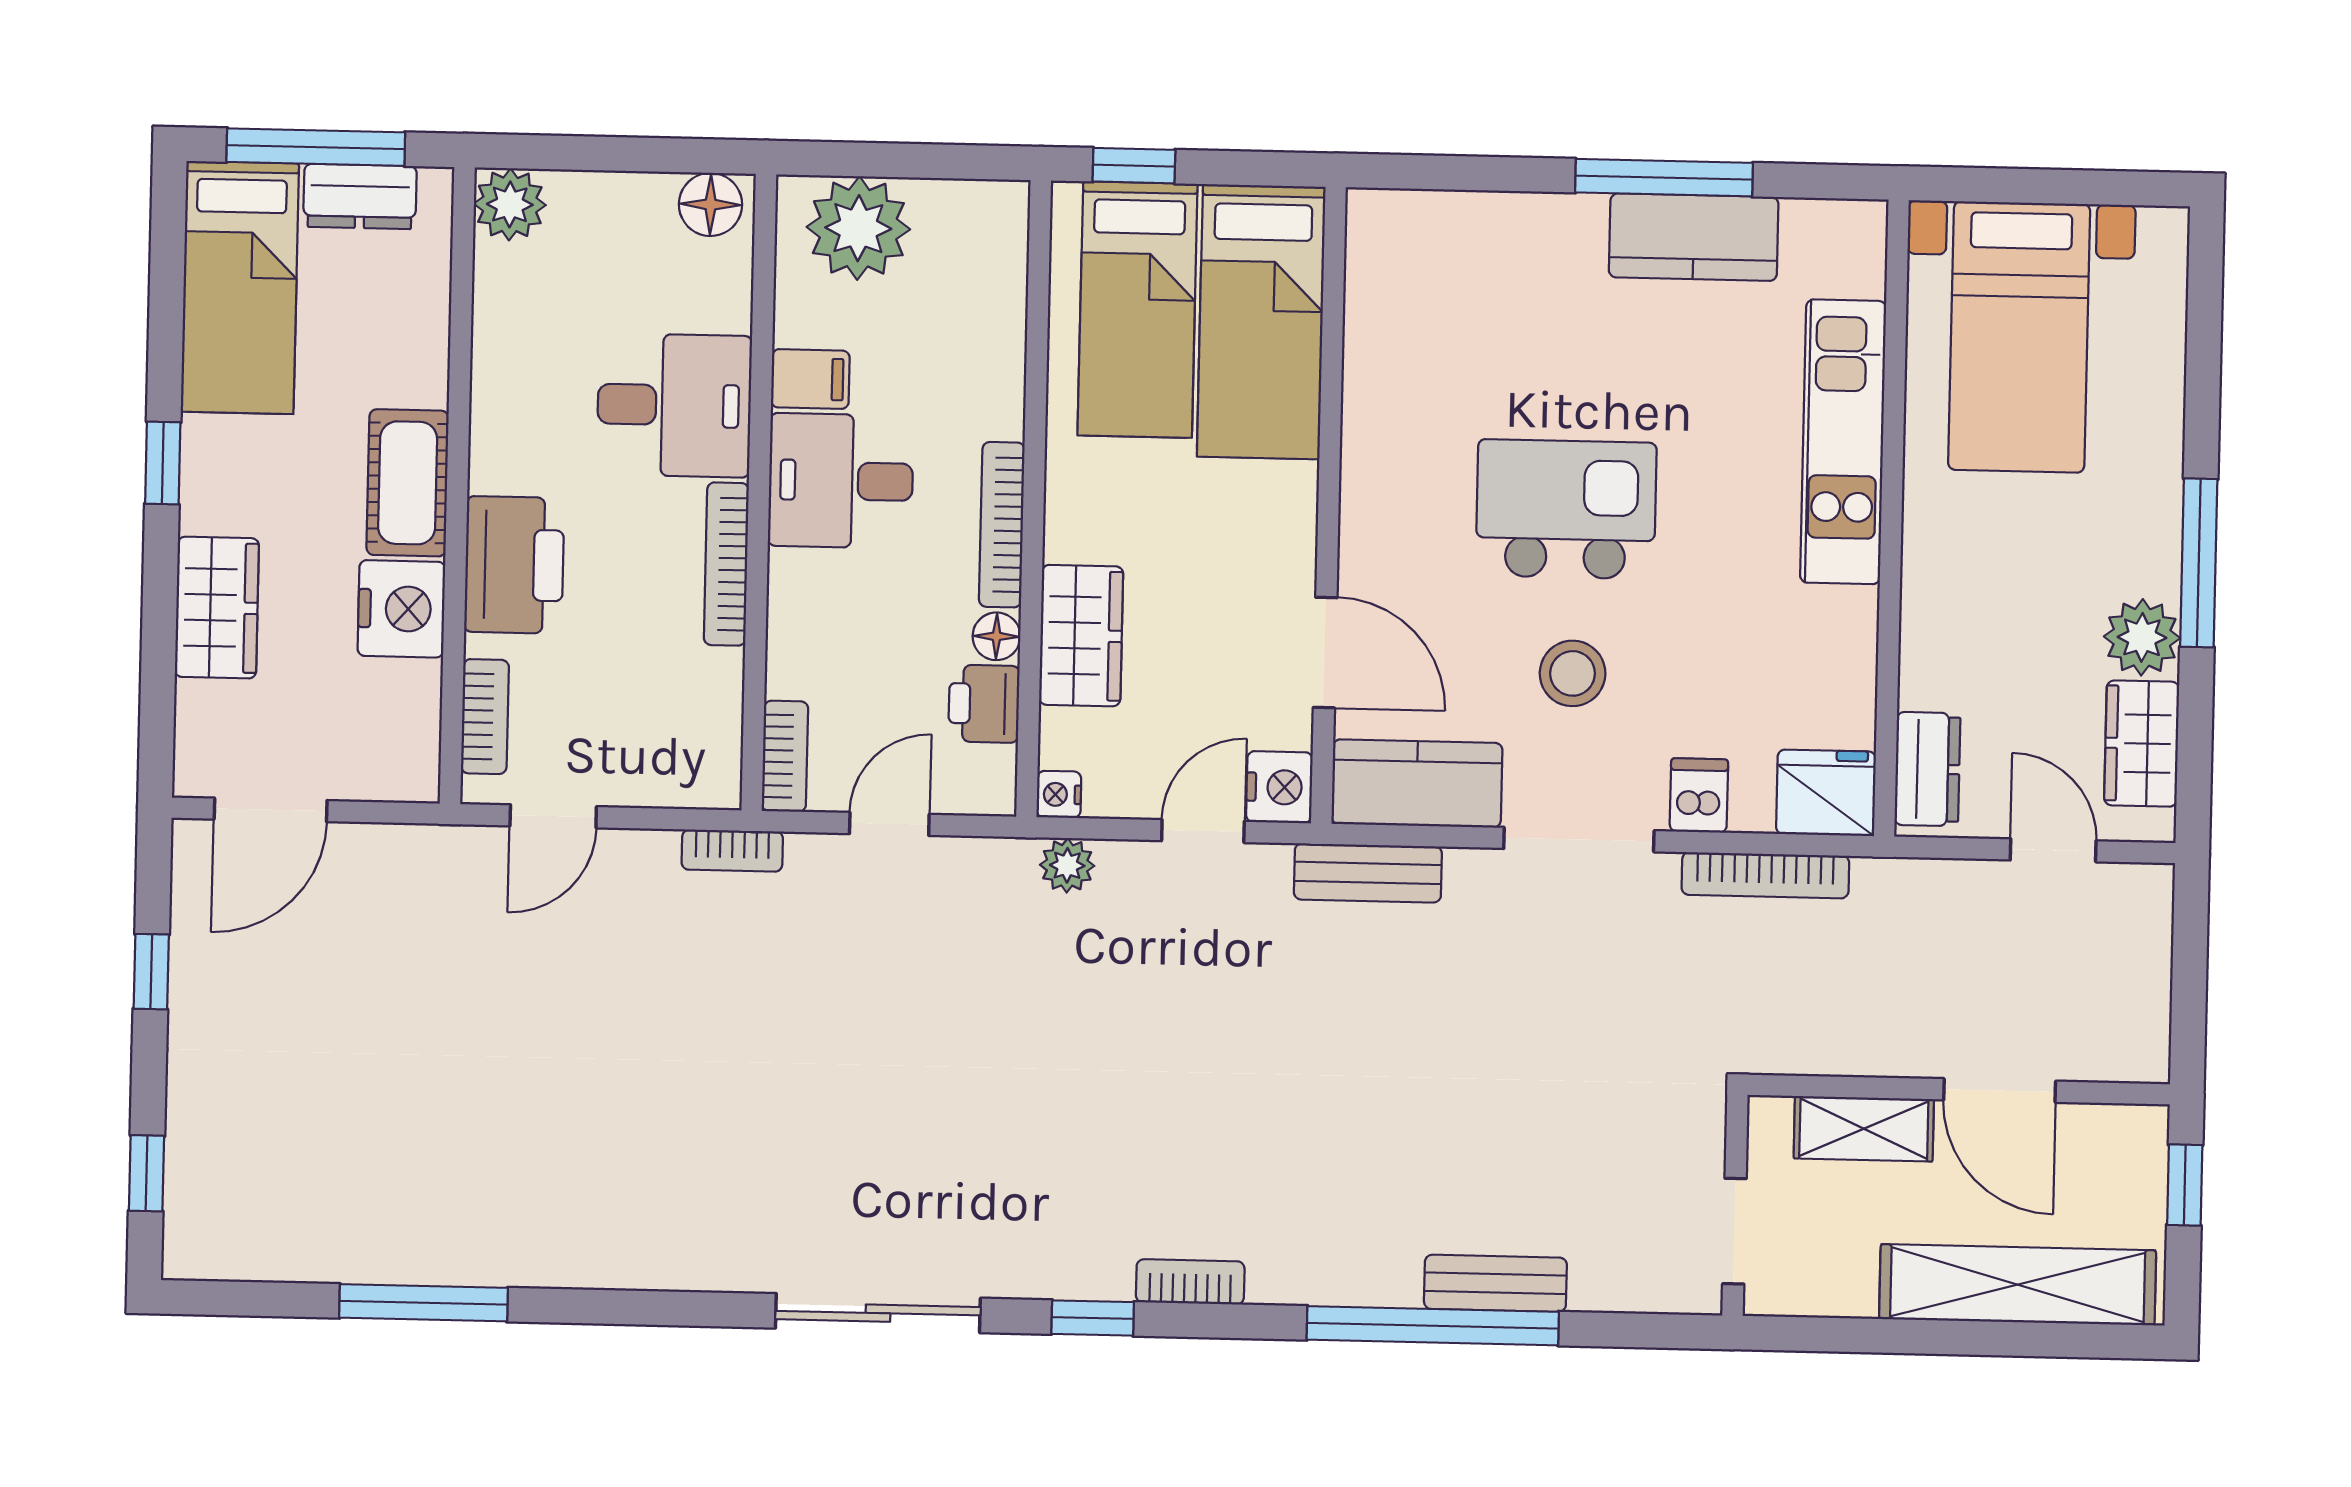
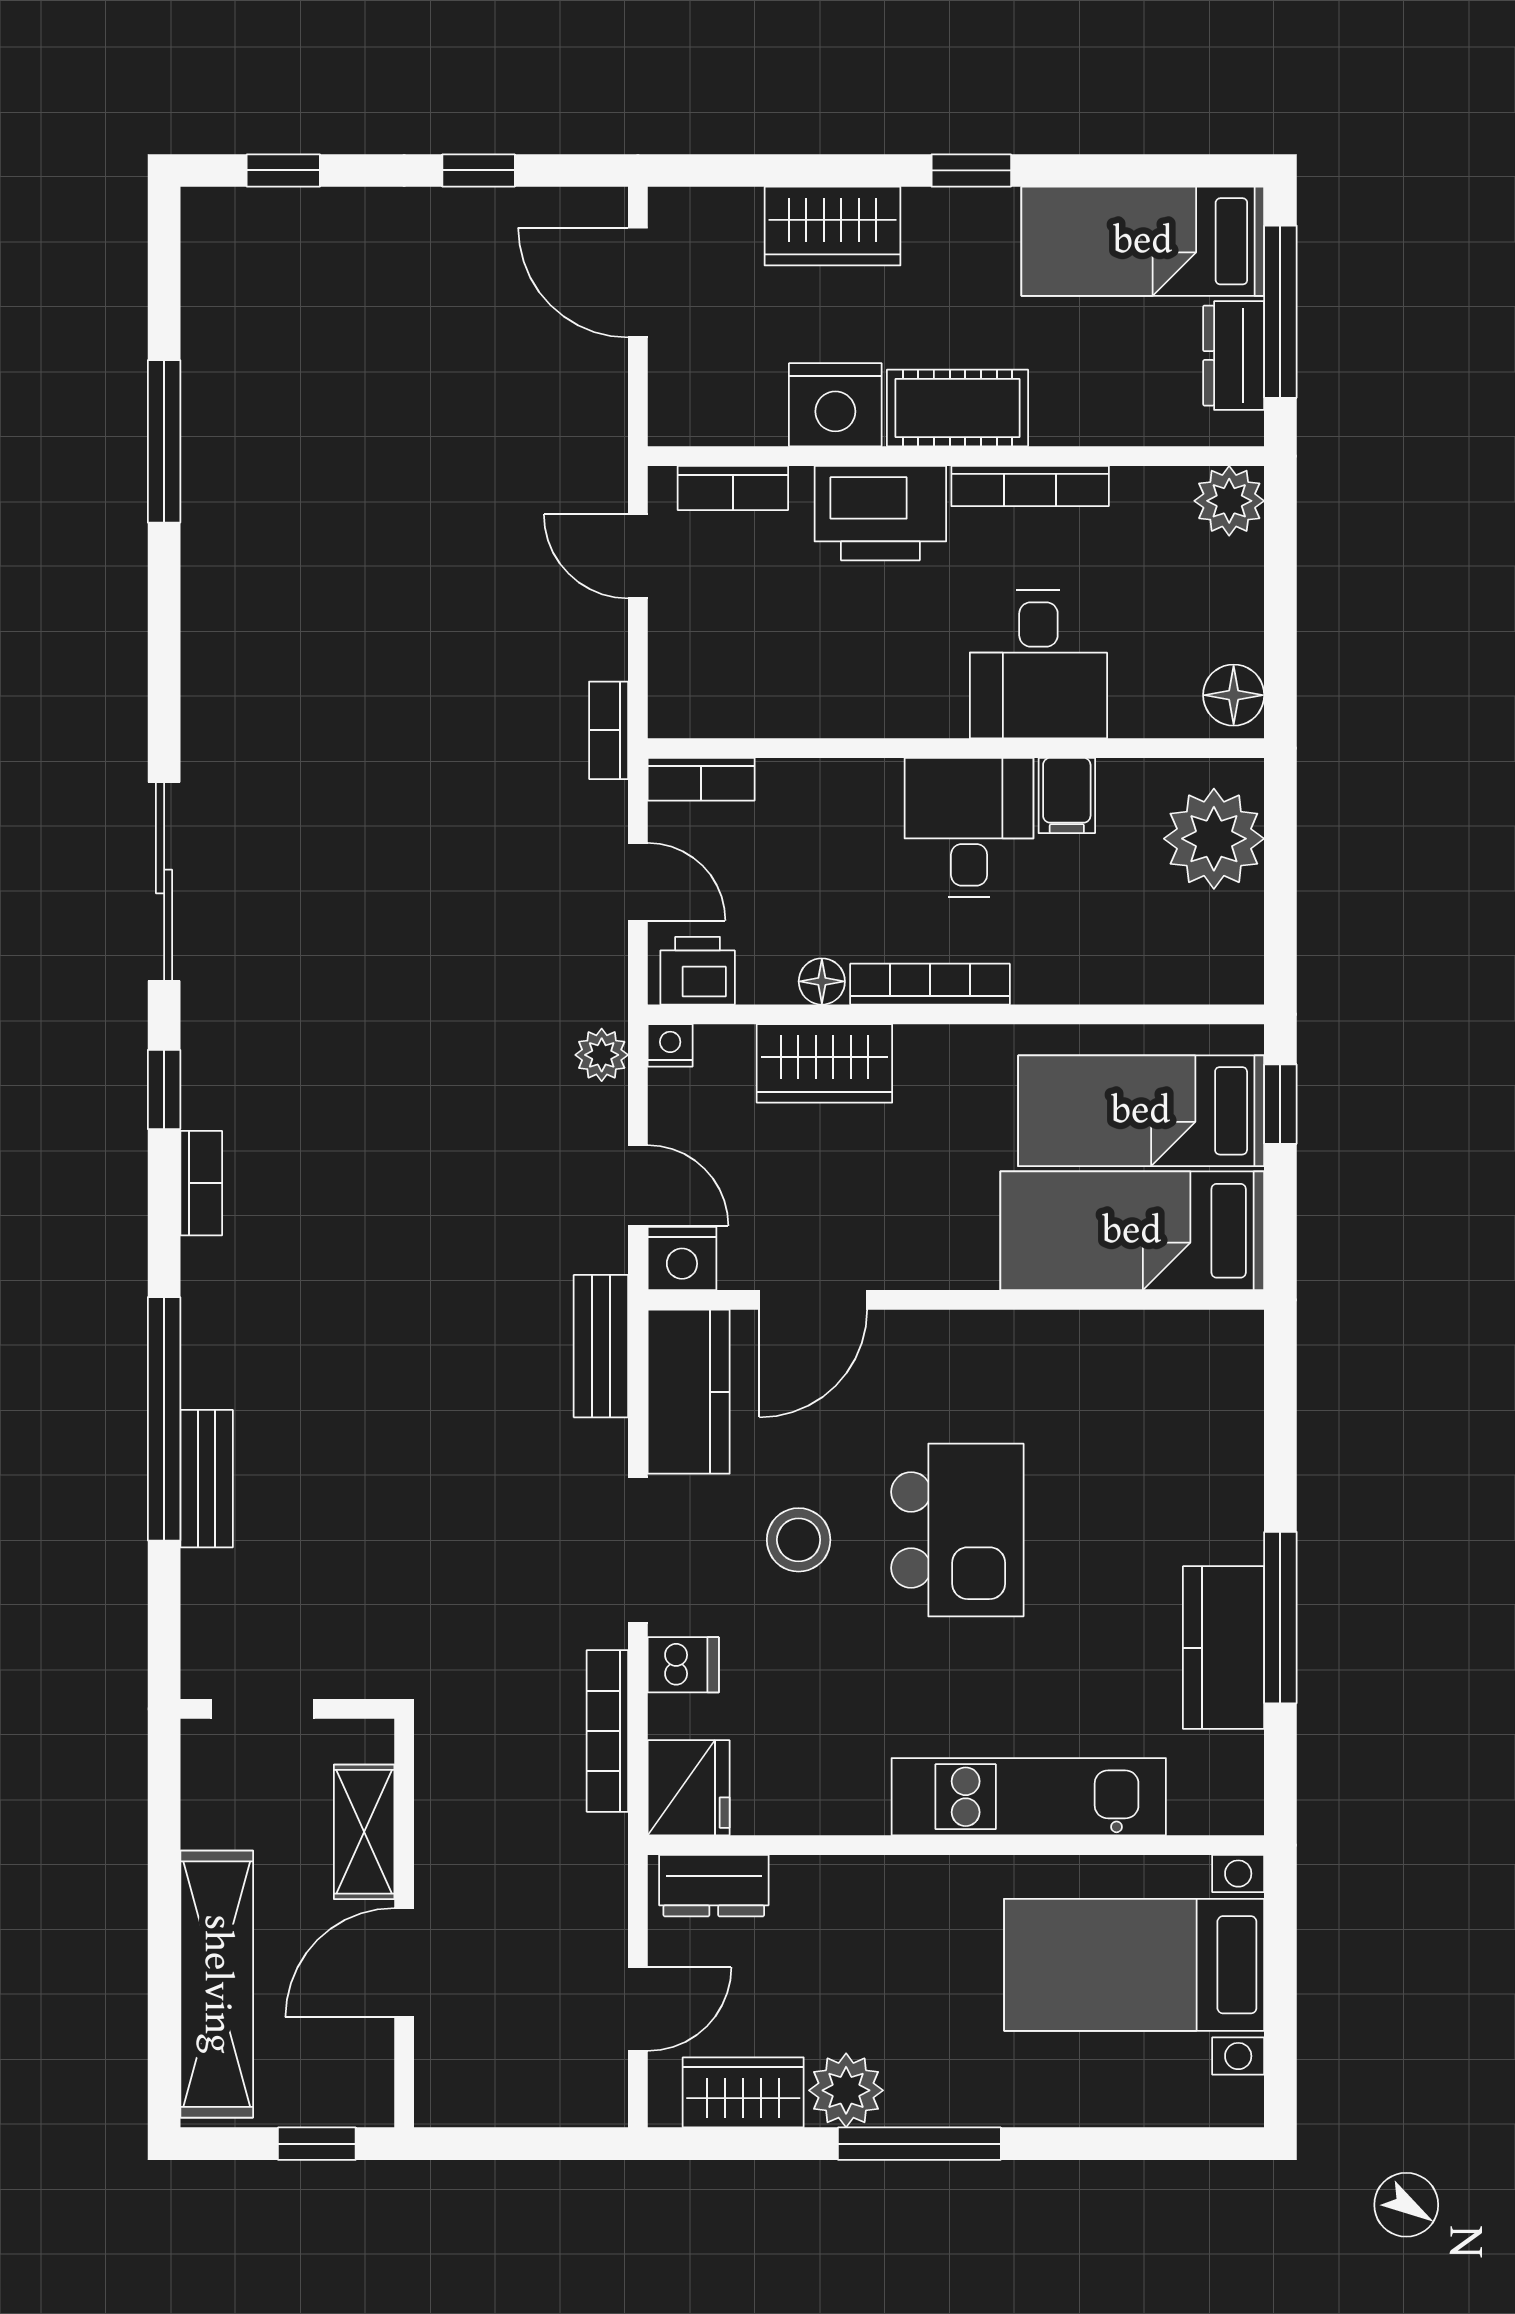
bookcase: (726, 564) -> (1030, 486), moved, turned 180
printer: (984, 704) -> (698, 971), moved

